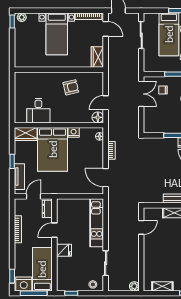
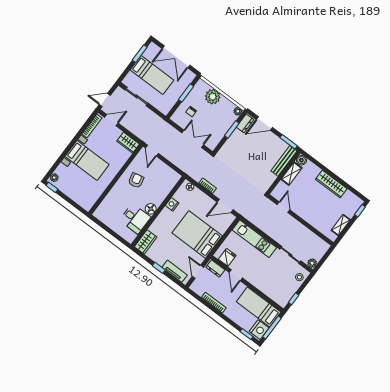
double door: (141, 94) -> (193, 139), moved
door: (106, 103) -> (152, 151), moved
floor lamp: (98, 117) -> (151, 209), moved
bed: (53, 149) -> (197, 234), moved, turned 180
fridge: (64, 250) -> (227, 257), moved
plant: (134, 286) -> (312, 263), moved

